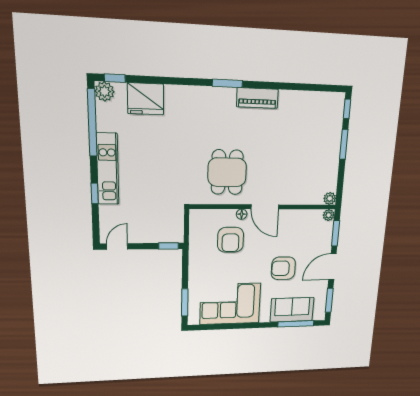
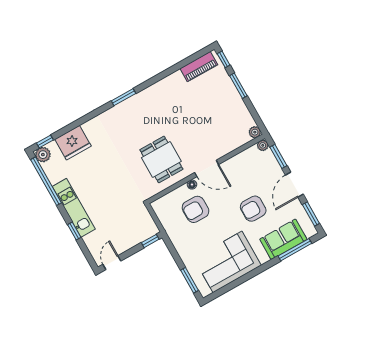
piano: (257, 98) -> (199, 67), moved
armchair: (231, 240) -> (196, 209), turned 90

